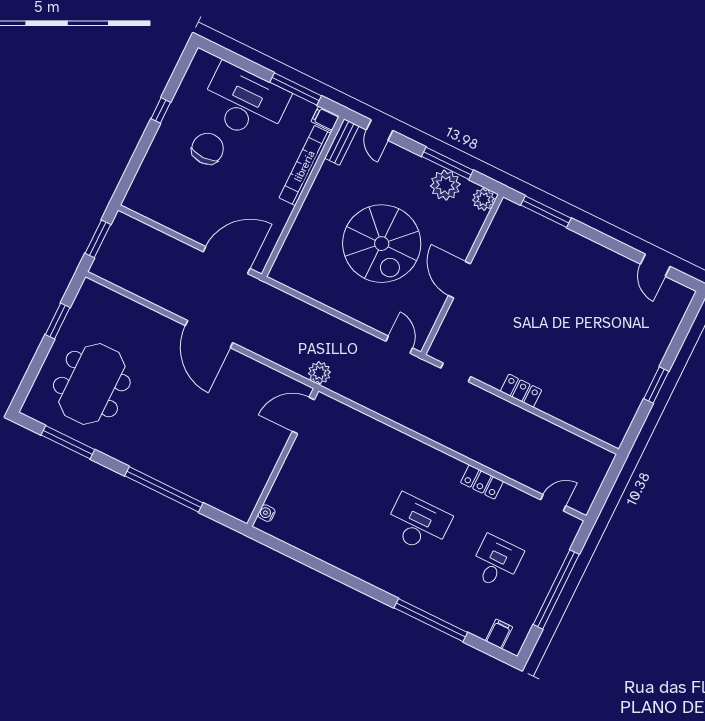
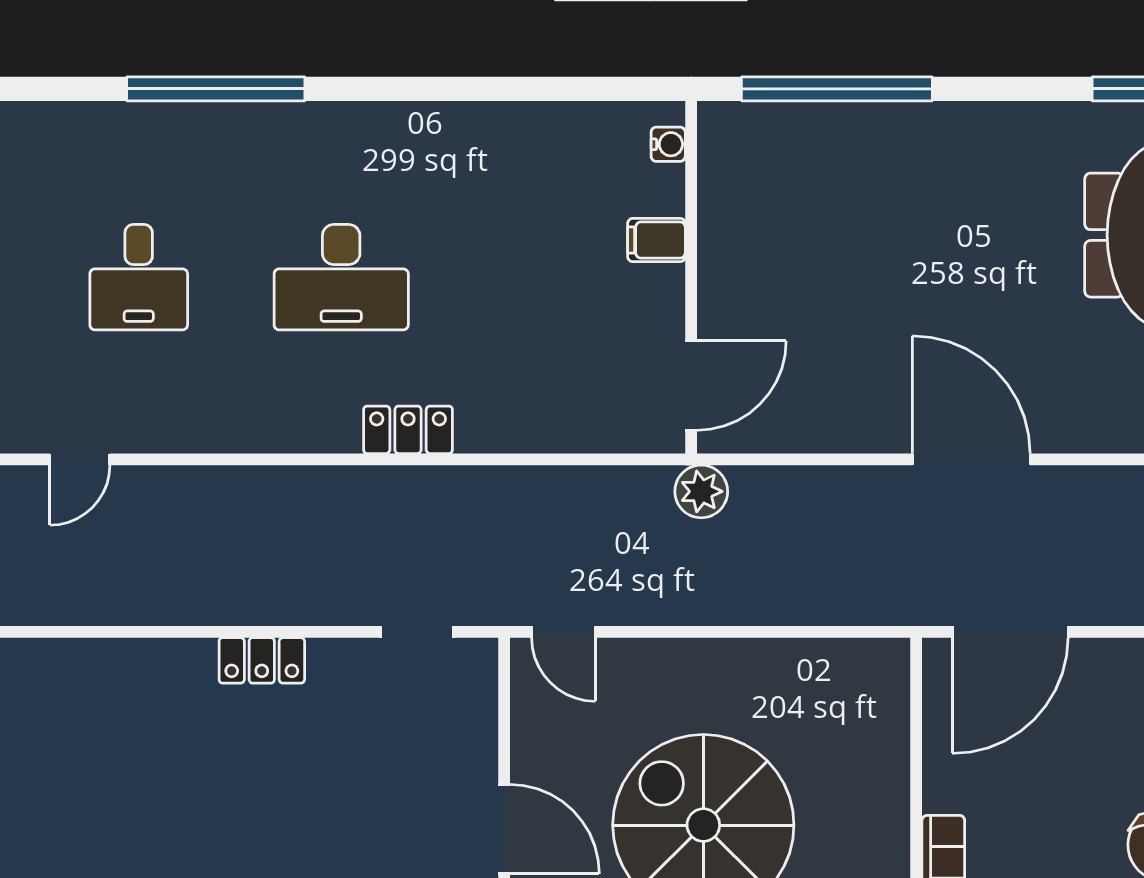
locker: (482, 482) -> (408, 430), moved
window: (164, 489) -> (837, 89), moved
filing cabinet: (499, 634) -> (656, 240), moved, turned 90

